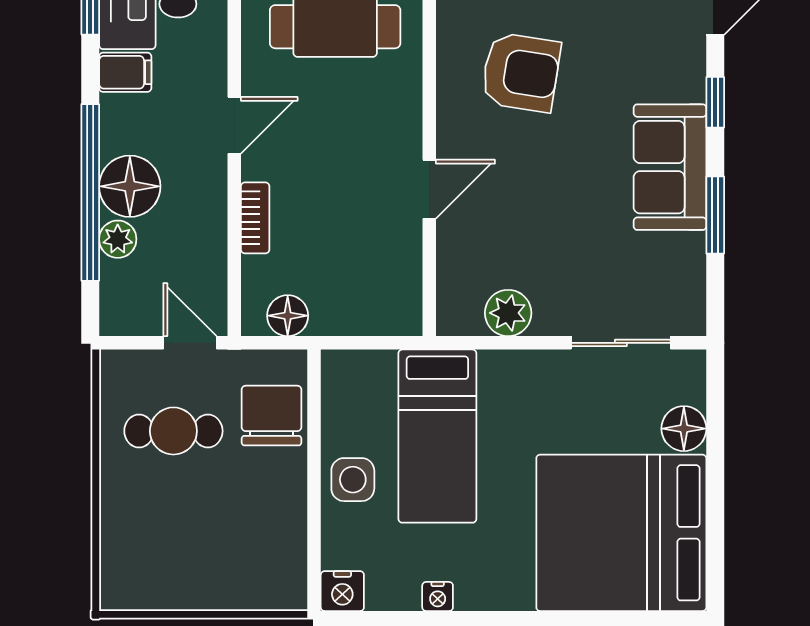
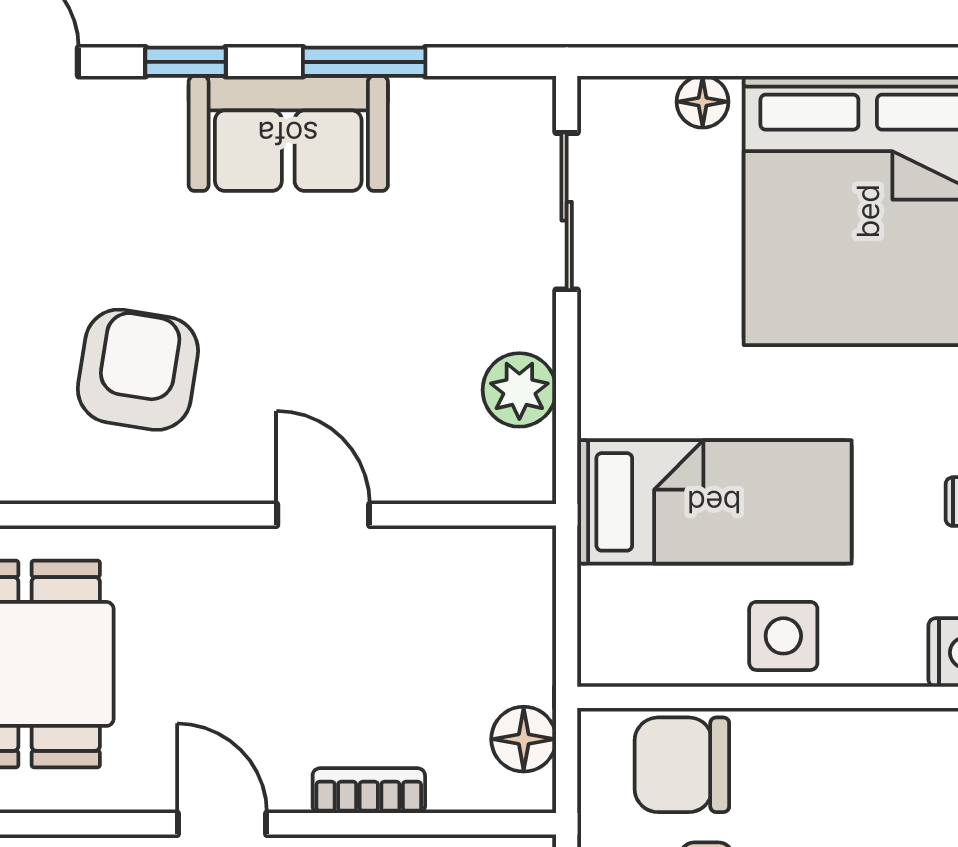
floor lamp: (684, 429) -> (703, 102), width x0.73, depth x0.73

